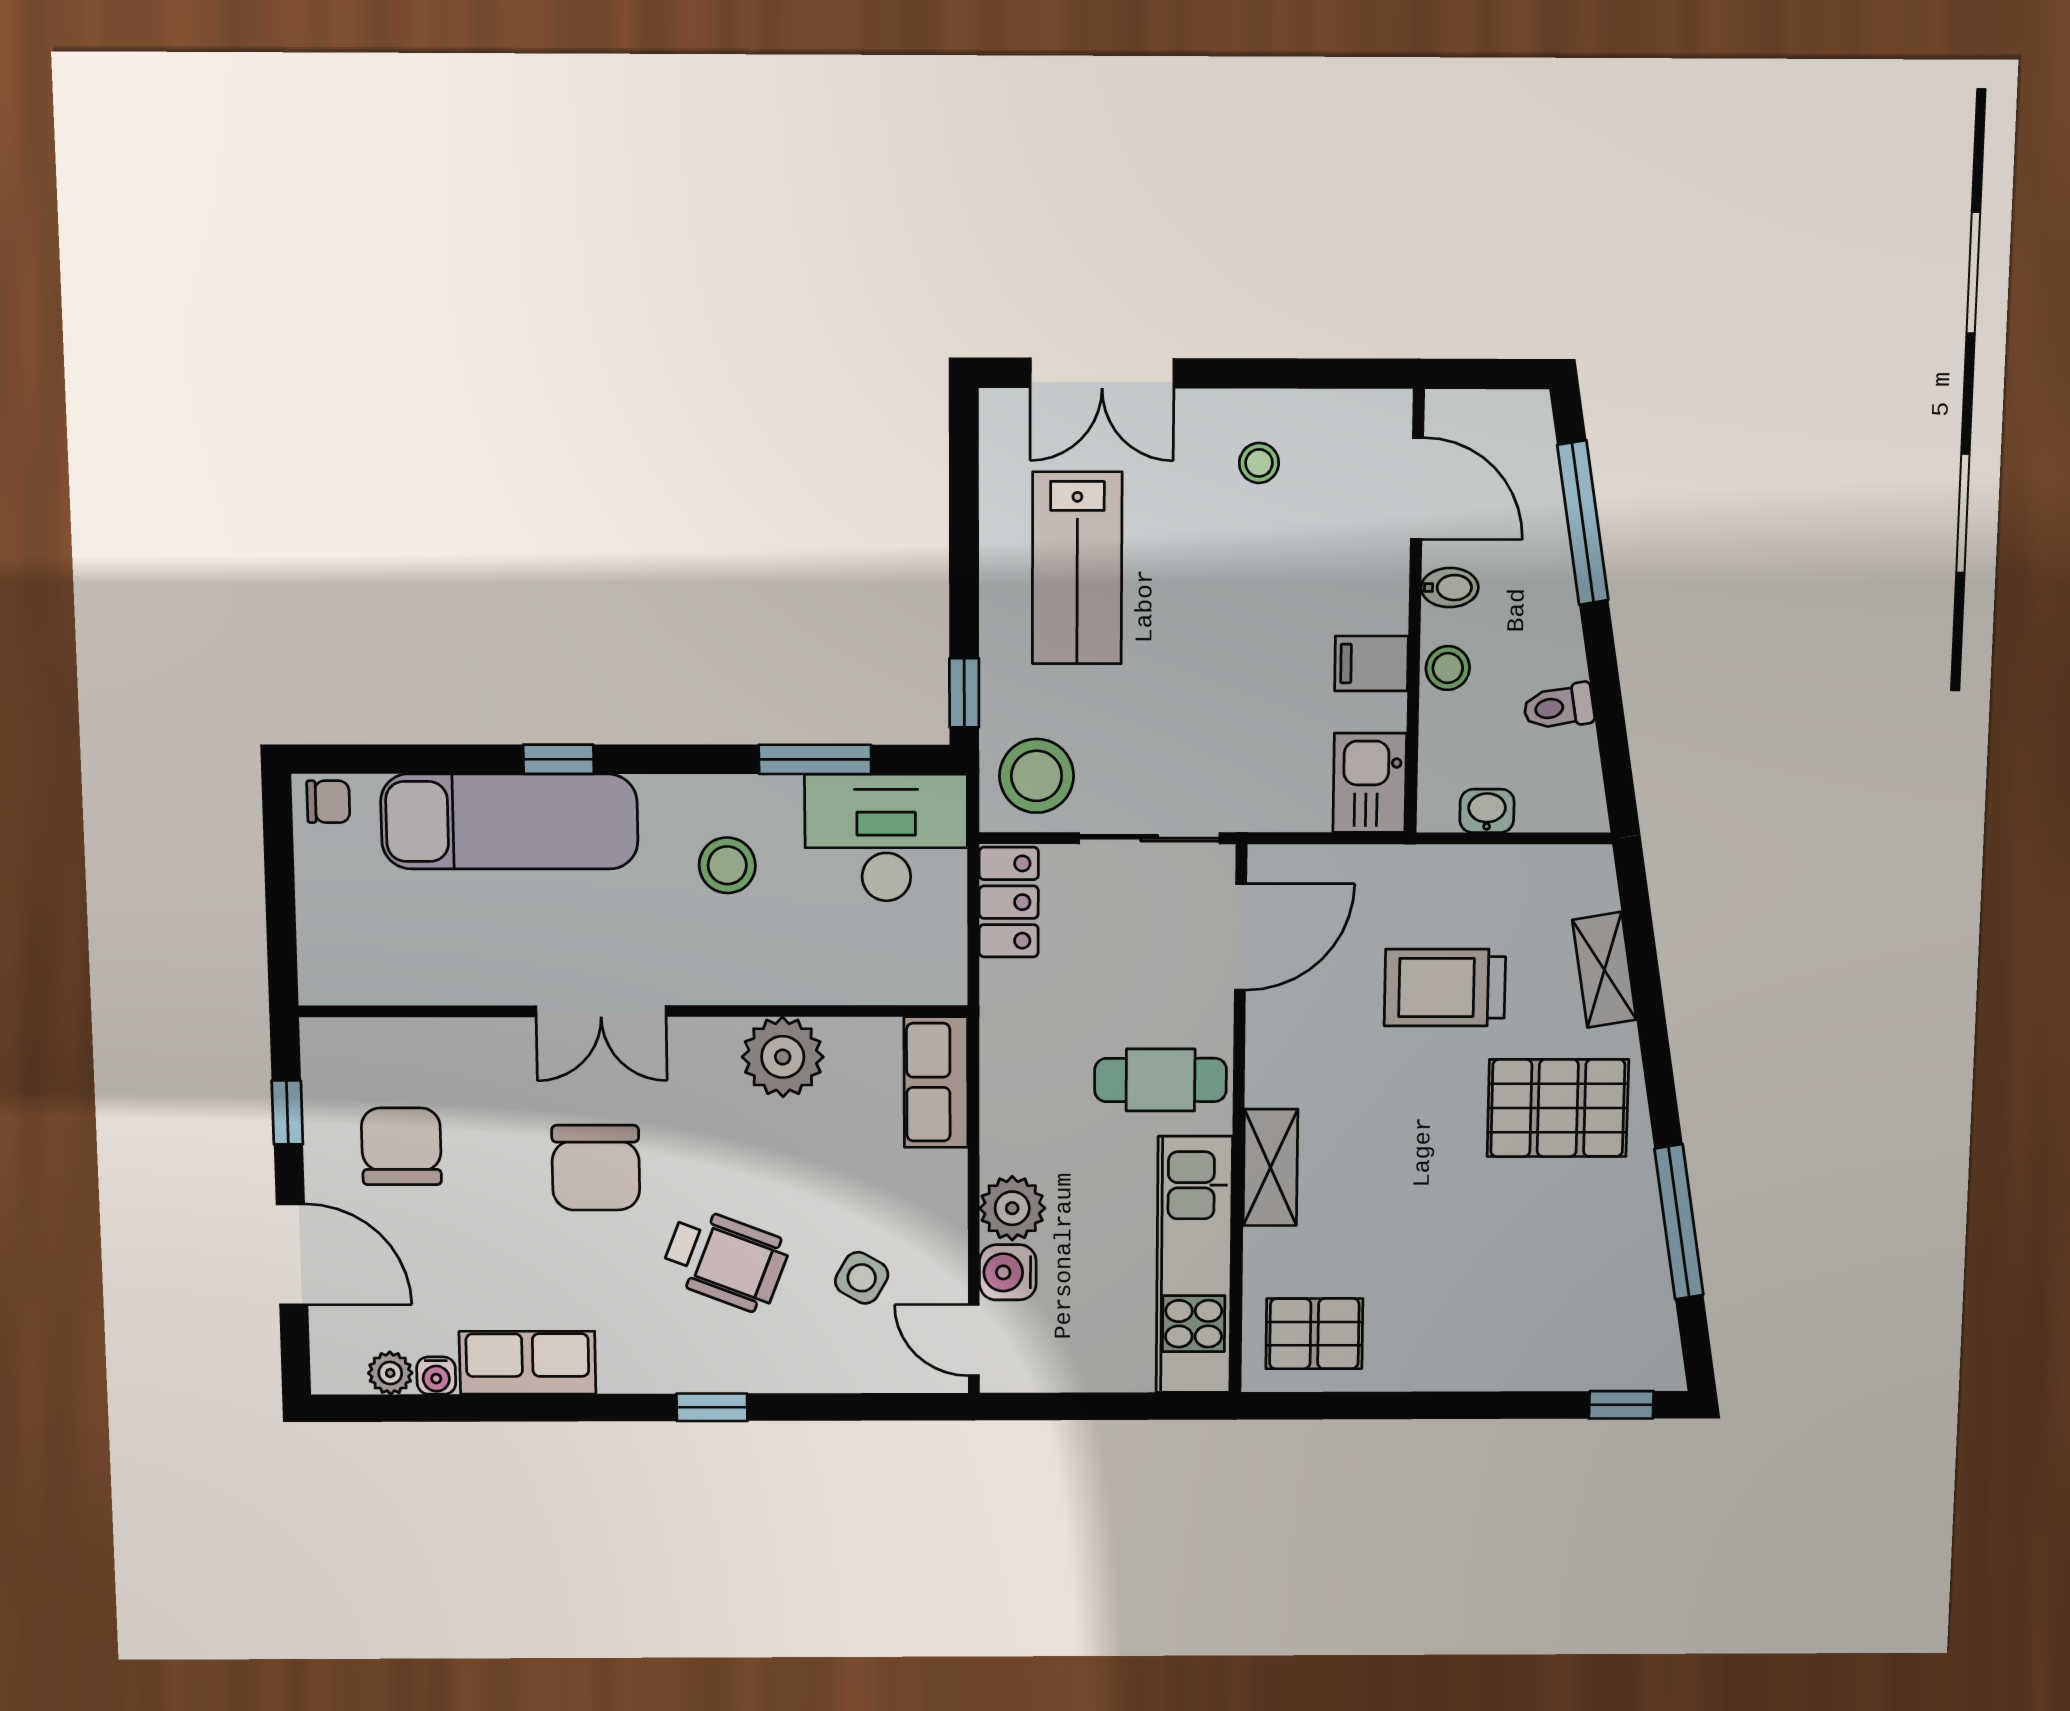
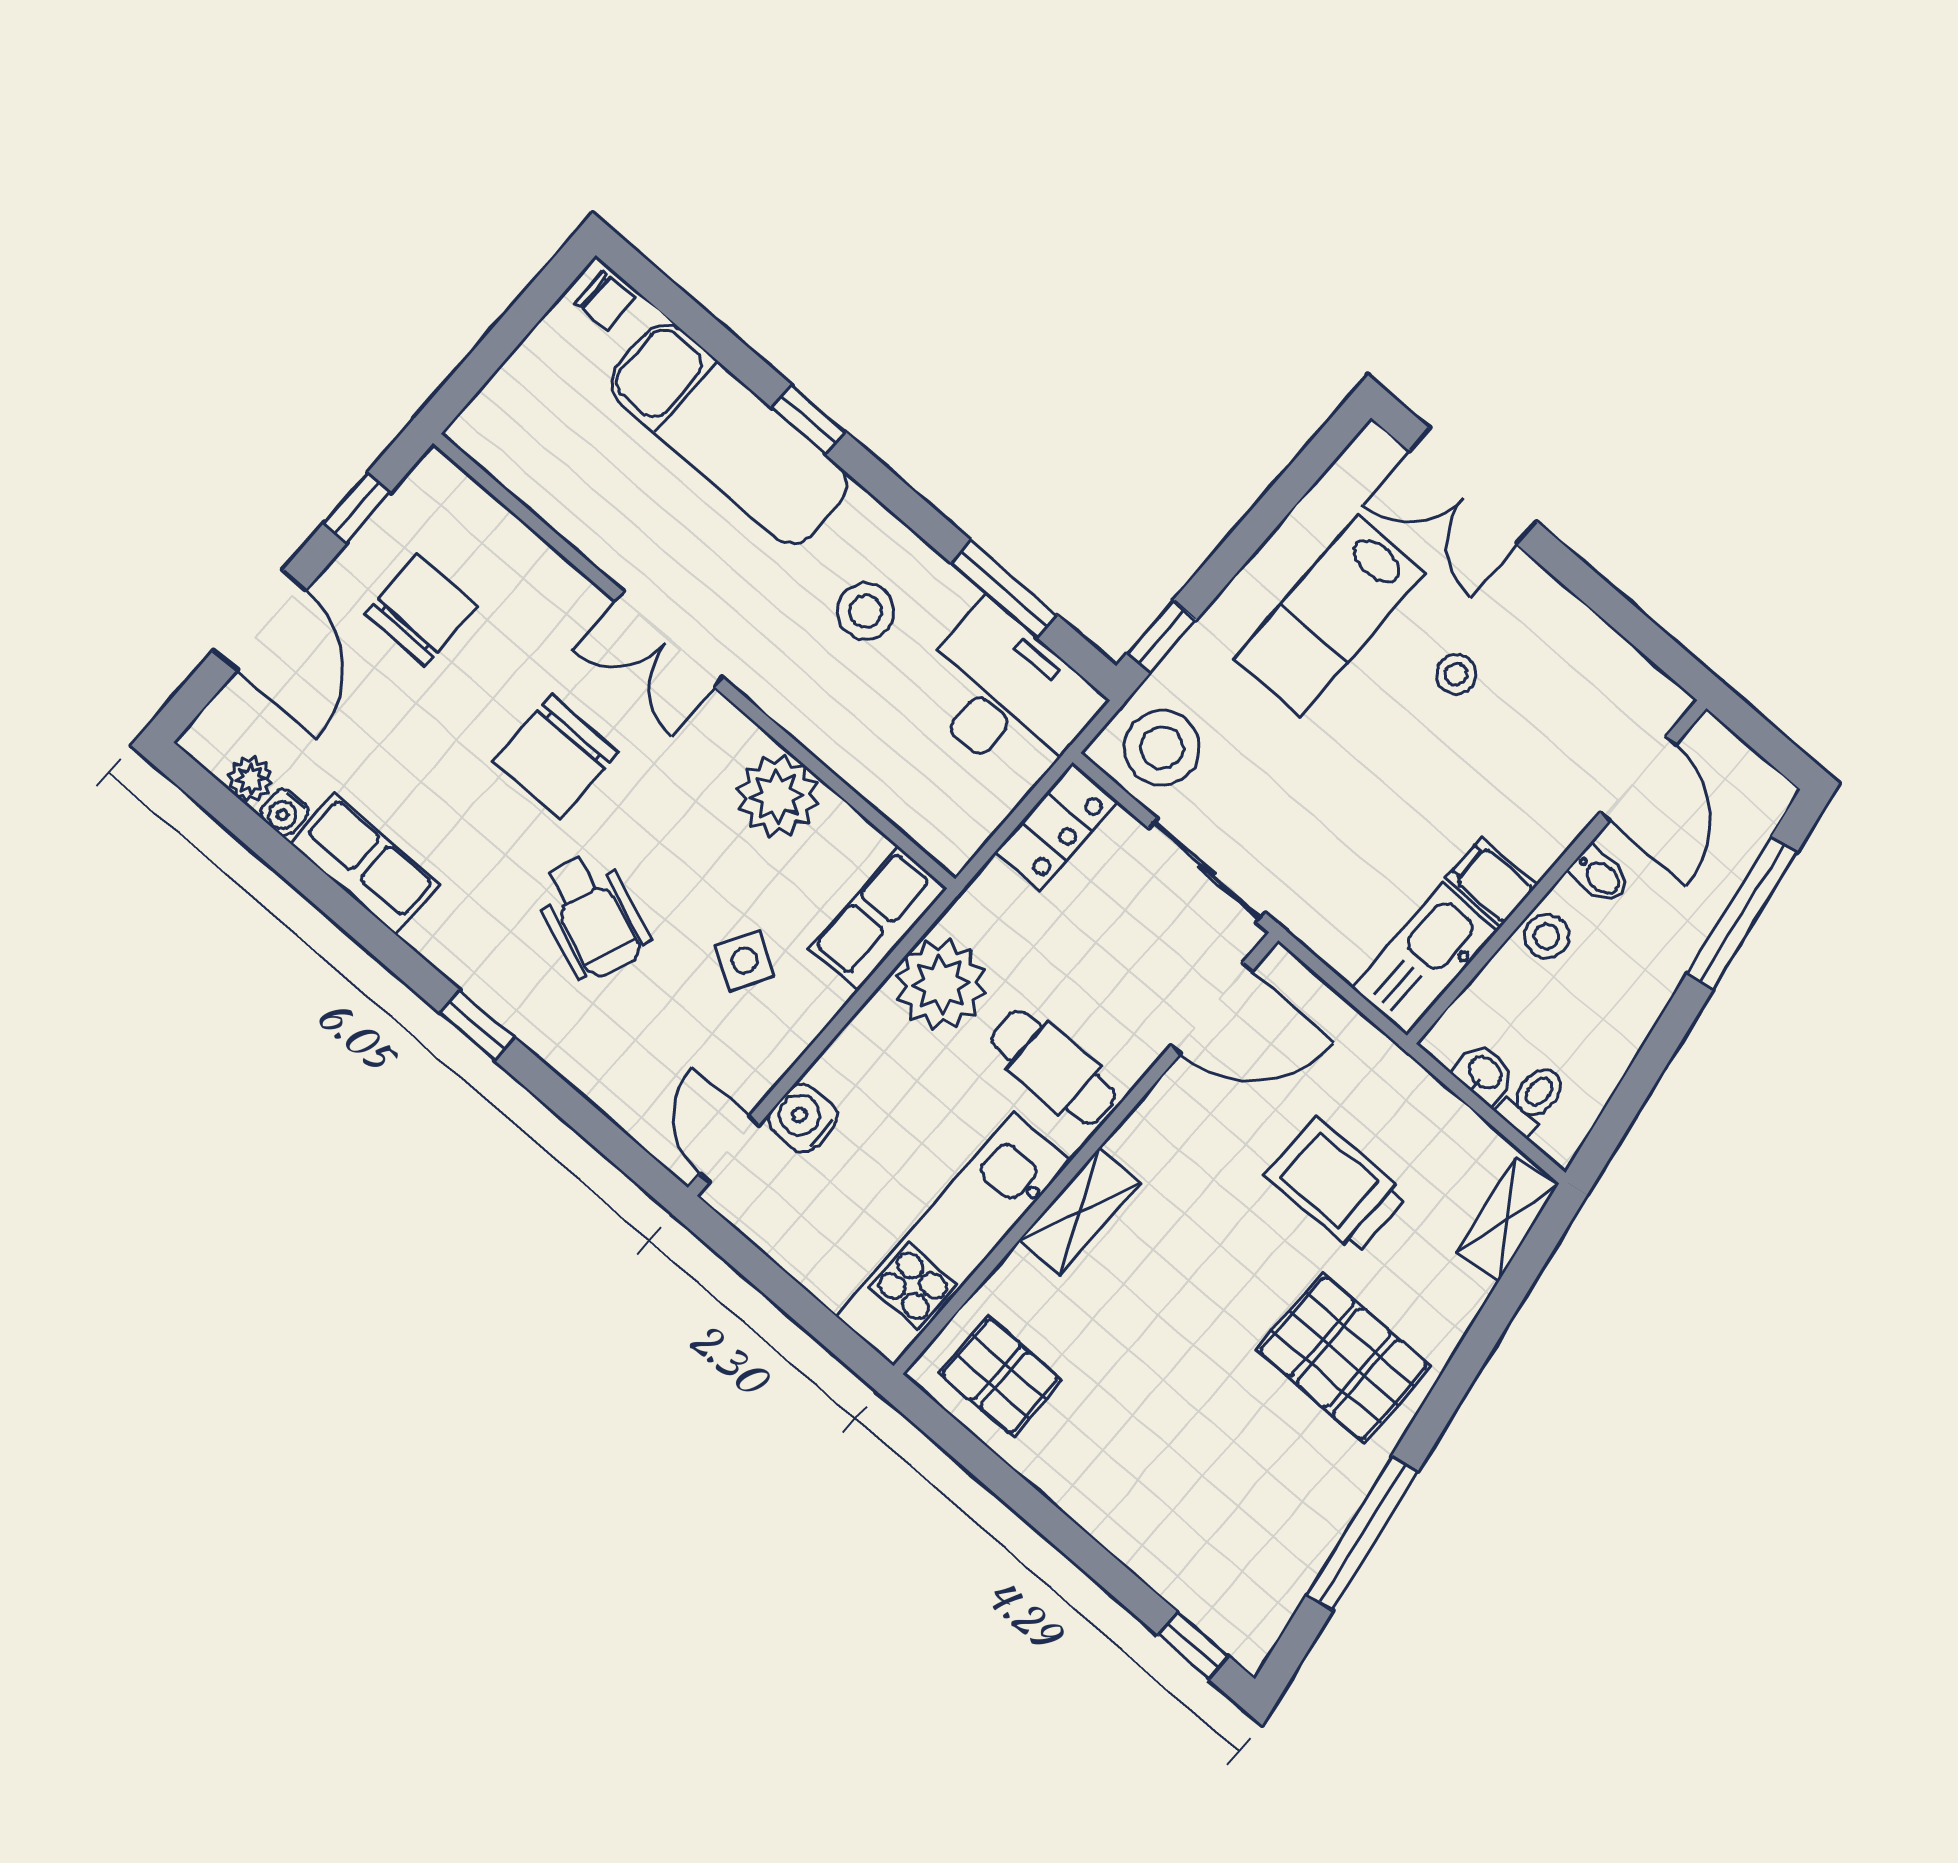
stool: (1259, 463) -> (1456, 674), moved
toilet: (1559, 707) -> (1533, 1099), moved, turned 99
kitchen sink: (1370, 783) -> (1425, 959), width x1.38
shelving: (1604, 970) -> (1507, 1219), moved
plant: (1012, 1208) -> (941, 984), moved, width x1.36, depth x1.36
side table: (862, 1278) -> (745, 961), moved

